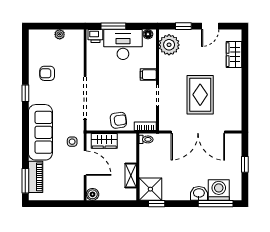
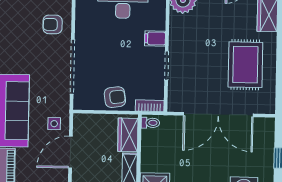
armchair: (47, 73) -> (53, 24), moved
rug: (200, 95) -> (245, 65), moved
wardrobe: (104, 141) -> (128, 135), moved, turned 90
door: (85, 163) -> (70, 152), swing flipped

